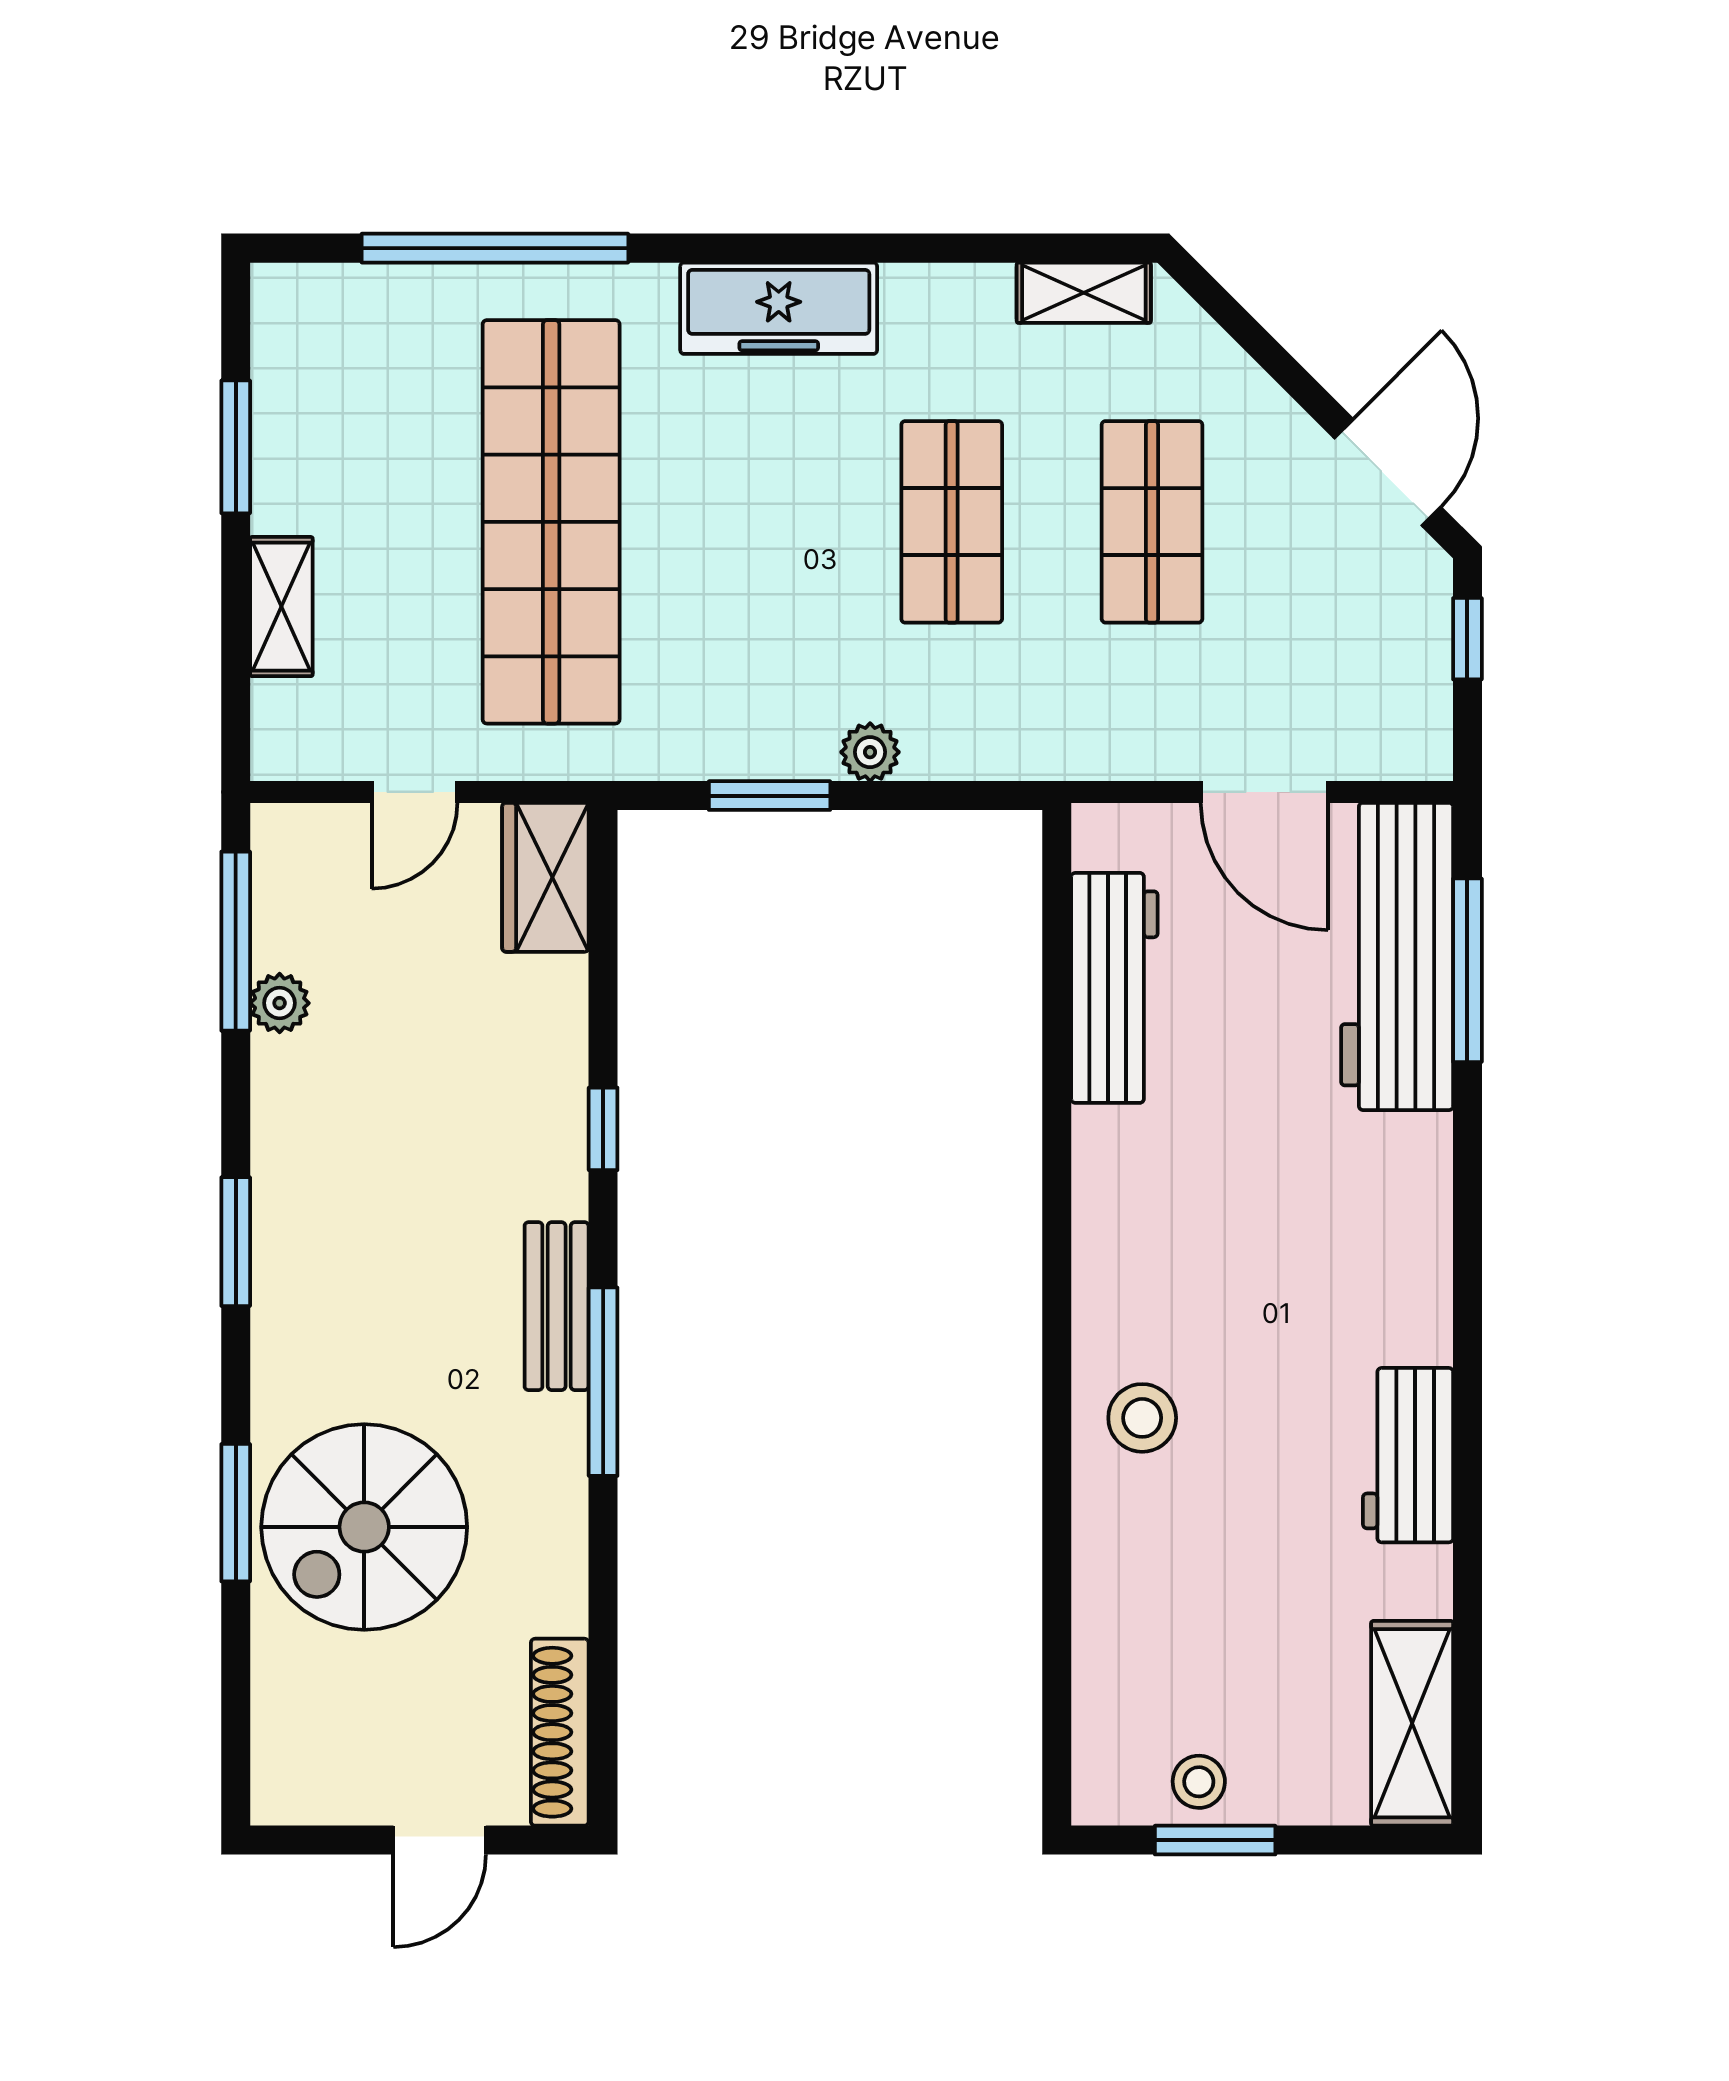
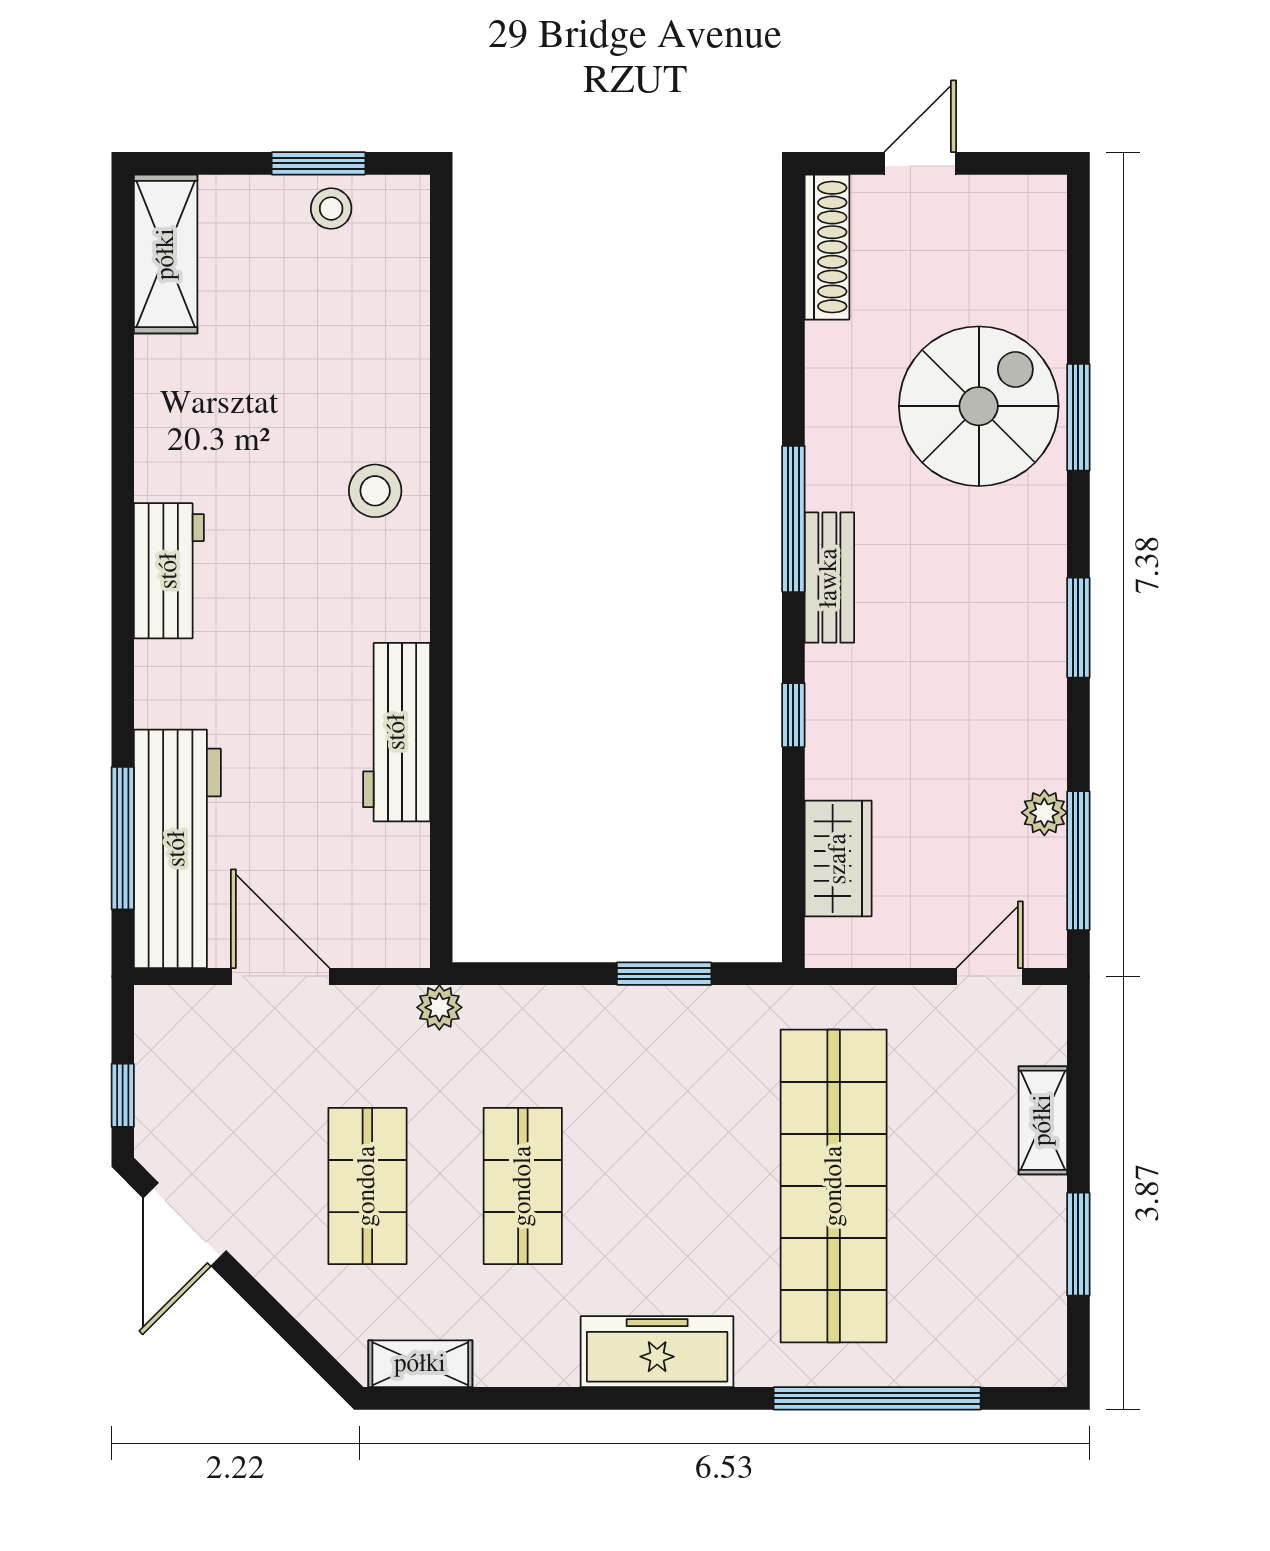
plant: (870, 752) -> (439, 1007), moved
door: (415, 792) -> (990, 976), moved
wardrobe: (545, 877) -> (838, 859), moved
workbench: (1114, 988) -> (397, 732), moved
workbench: (1408, 1455) -> (169, 571), moved

